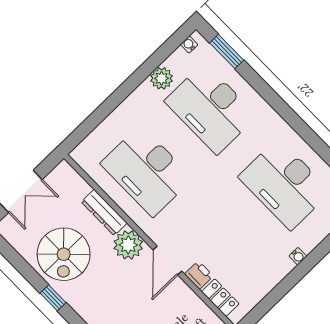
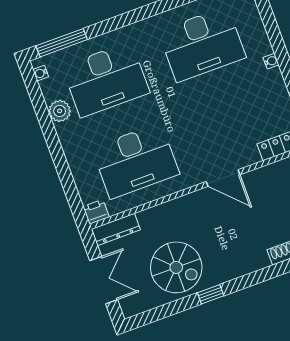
window: (227, 51) -> (62, 43), width x1.44
dresser: (104, 212) -> (116, 229), moved
plant: (128, 245) -> (194, 207), removed
printer: (199, 275) -> (96, 212), moved

